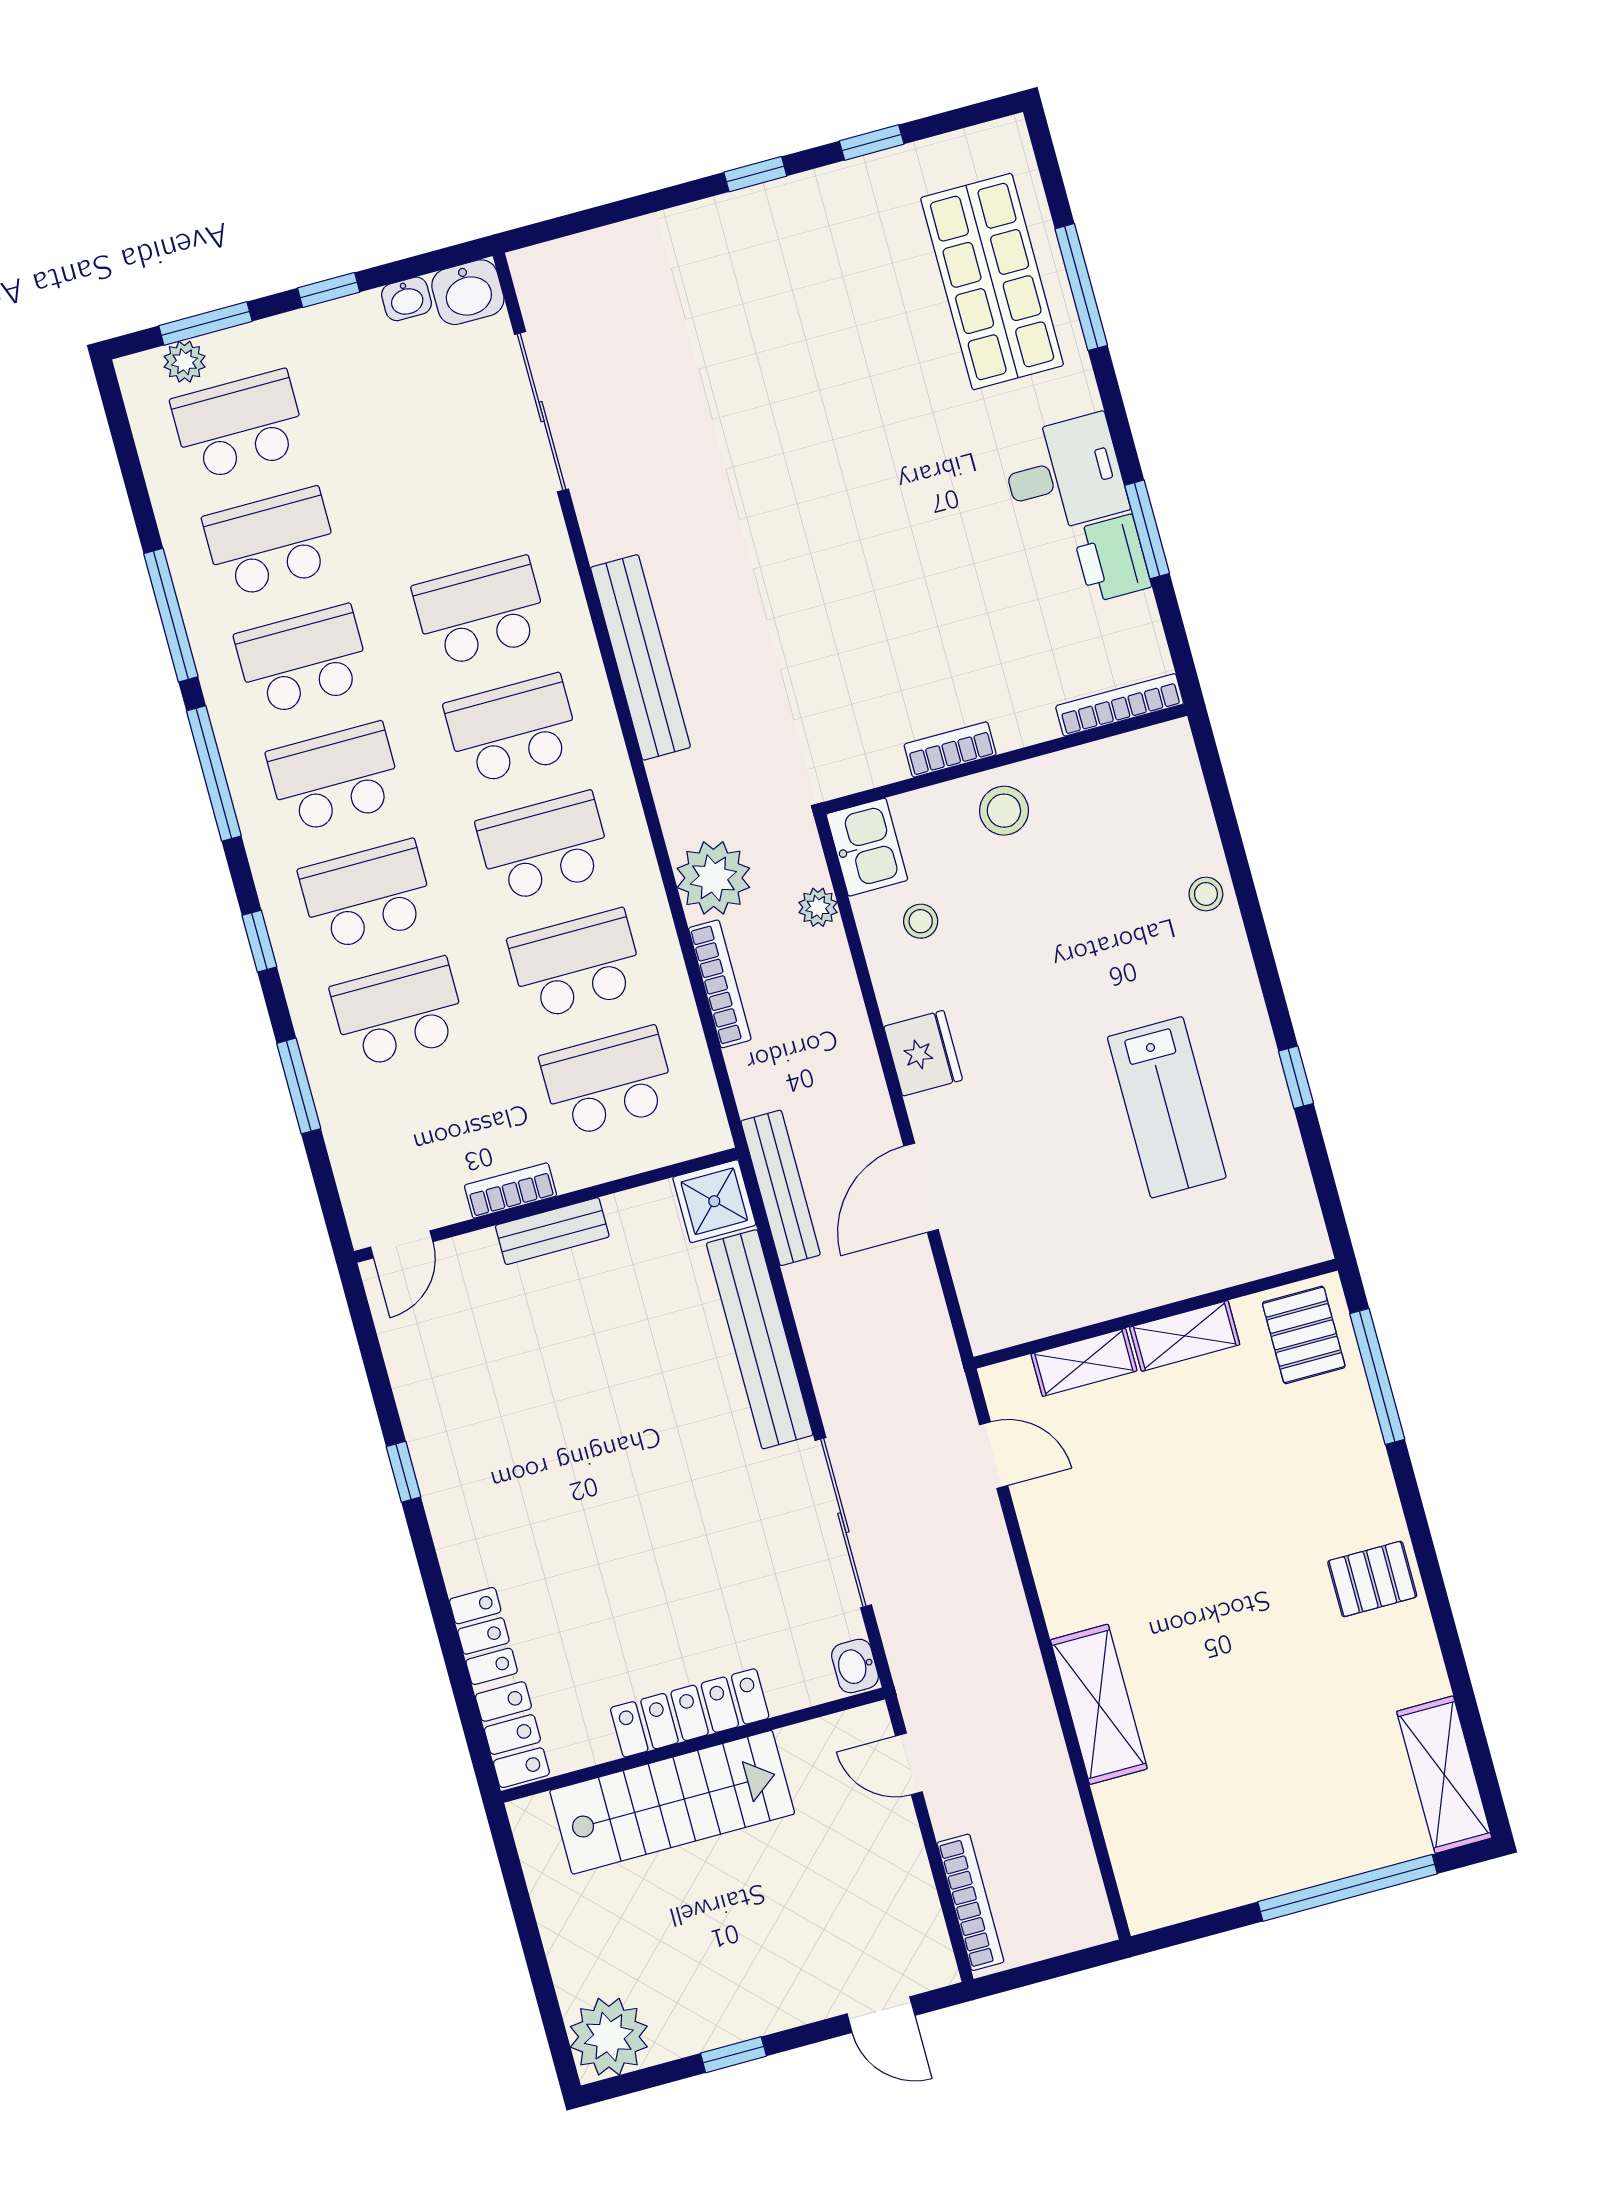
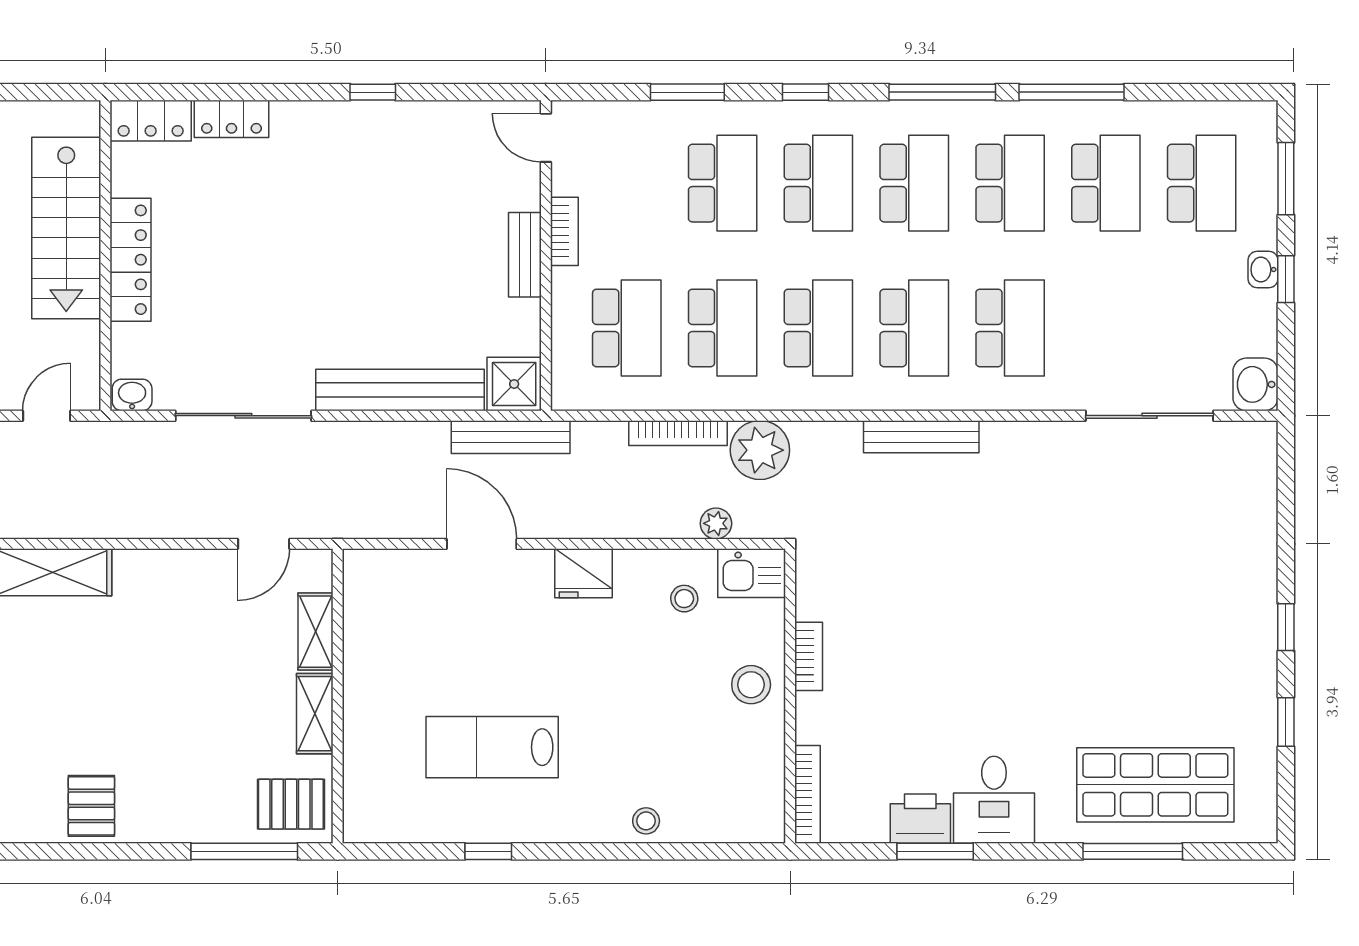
washbasin: (407, 299) -> (1263, 270), moved
plant: (185, 362) -> (1261, 155), removed
bench: (640, 657) -> (921, 437), width x0.73, depth x0.82

